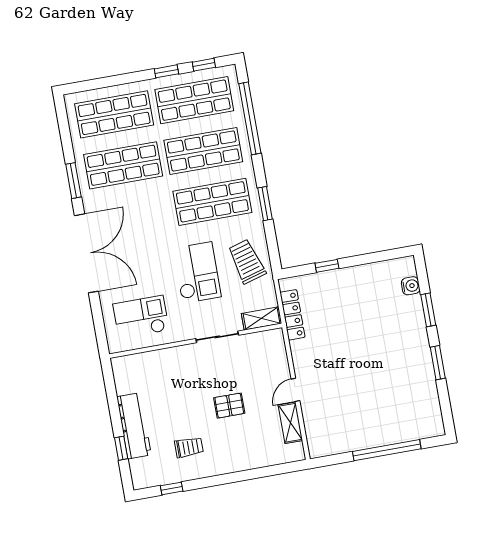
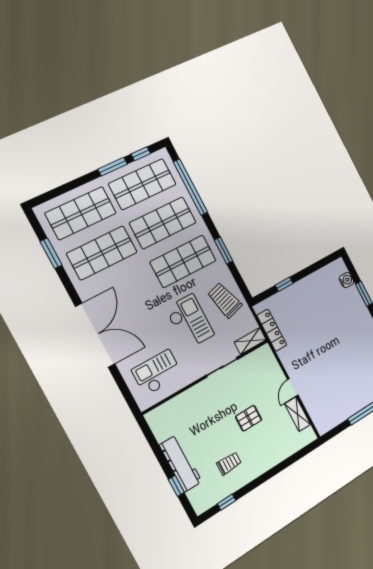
window: (166, 71) -> (113, 167), width x1.50
window: (73, 181) -> (51, 253), moved

